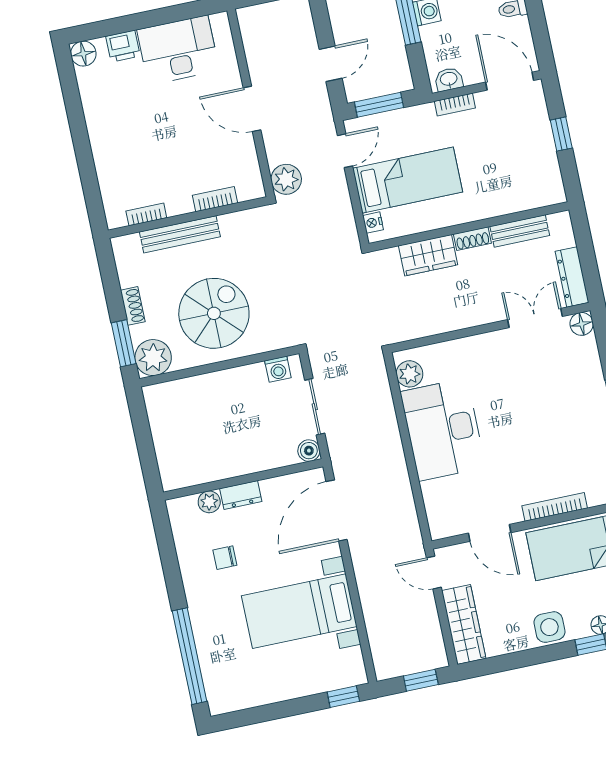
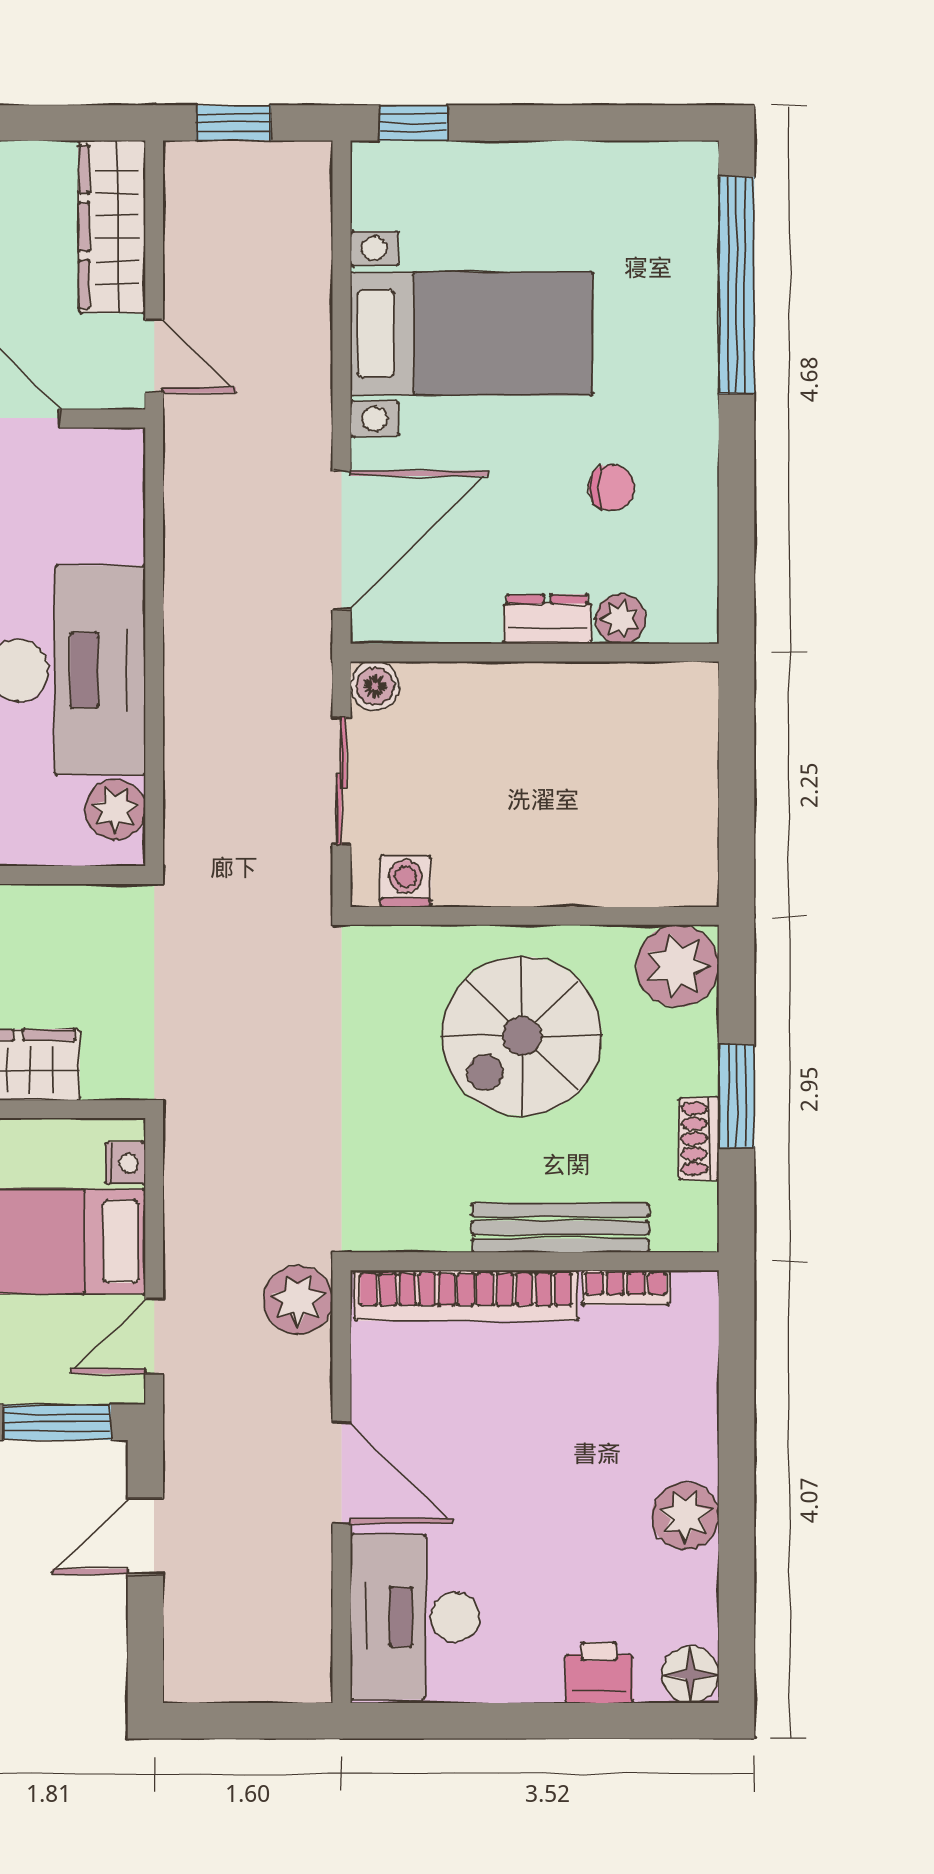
desk: (178, 50) -> (415, 1617), moved, turned 90
plant: (100, 121) -> (685, 1516), added
bookcase: (215, 199) -> (466, 1295), width x2.31, depth x1.31
shoe rack: (133, 306) -> (699, 1139), moved
window: (124, 343) -> (737, 1096), moved

